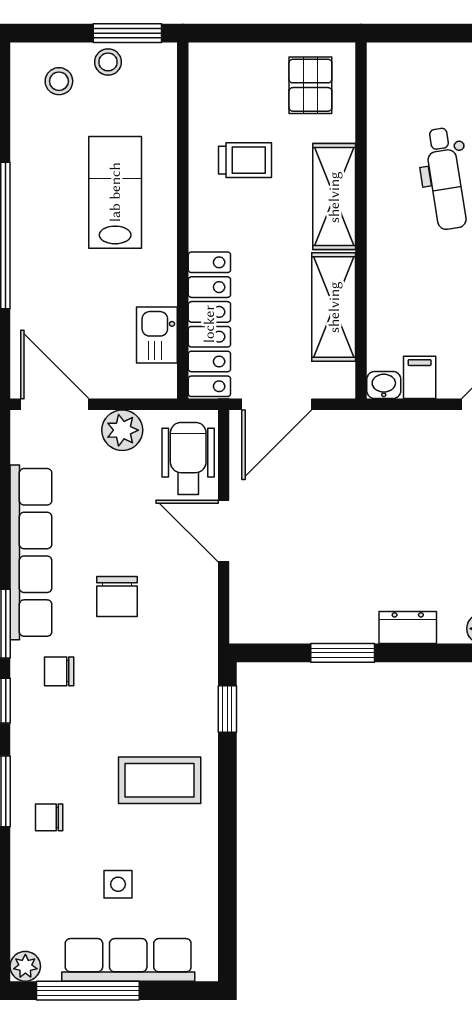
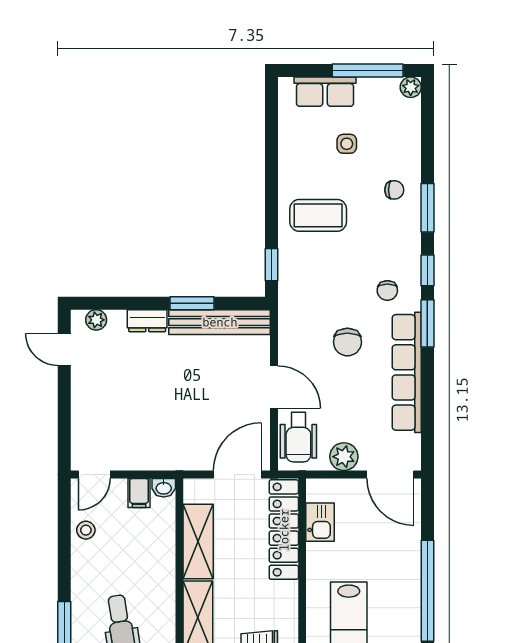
chair: (117, 596) -> (347, 342), turned 180
bench: (303, 625) -> (220, 322), added
chair: (59, 671) -> (387, 290), turned 90
row of seats: (128, 960) -> (325, 92), width x0.68

